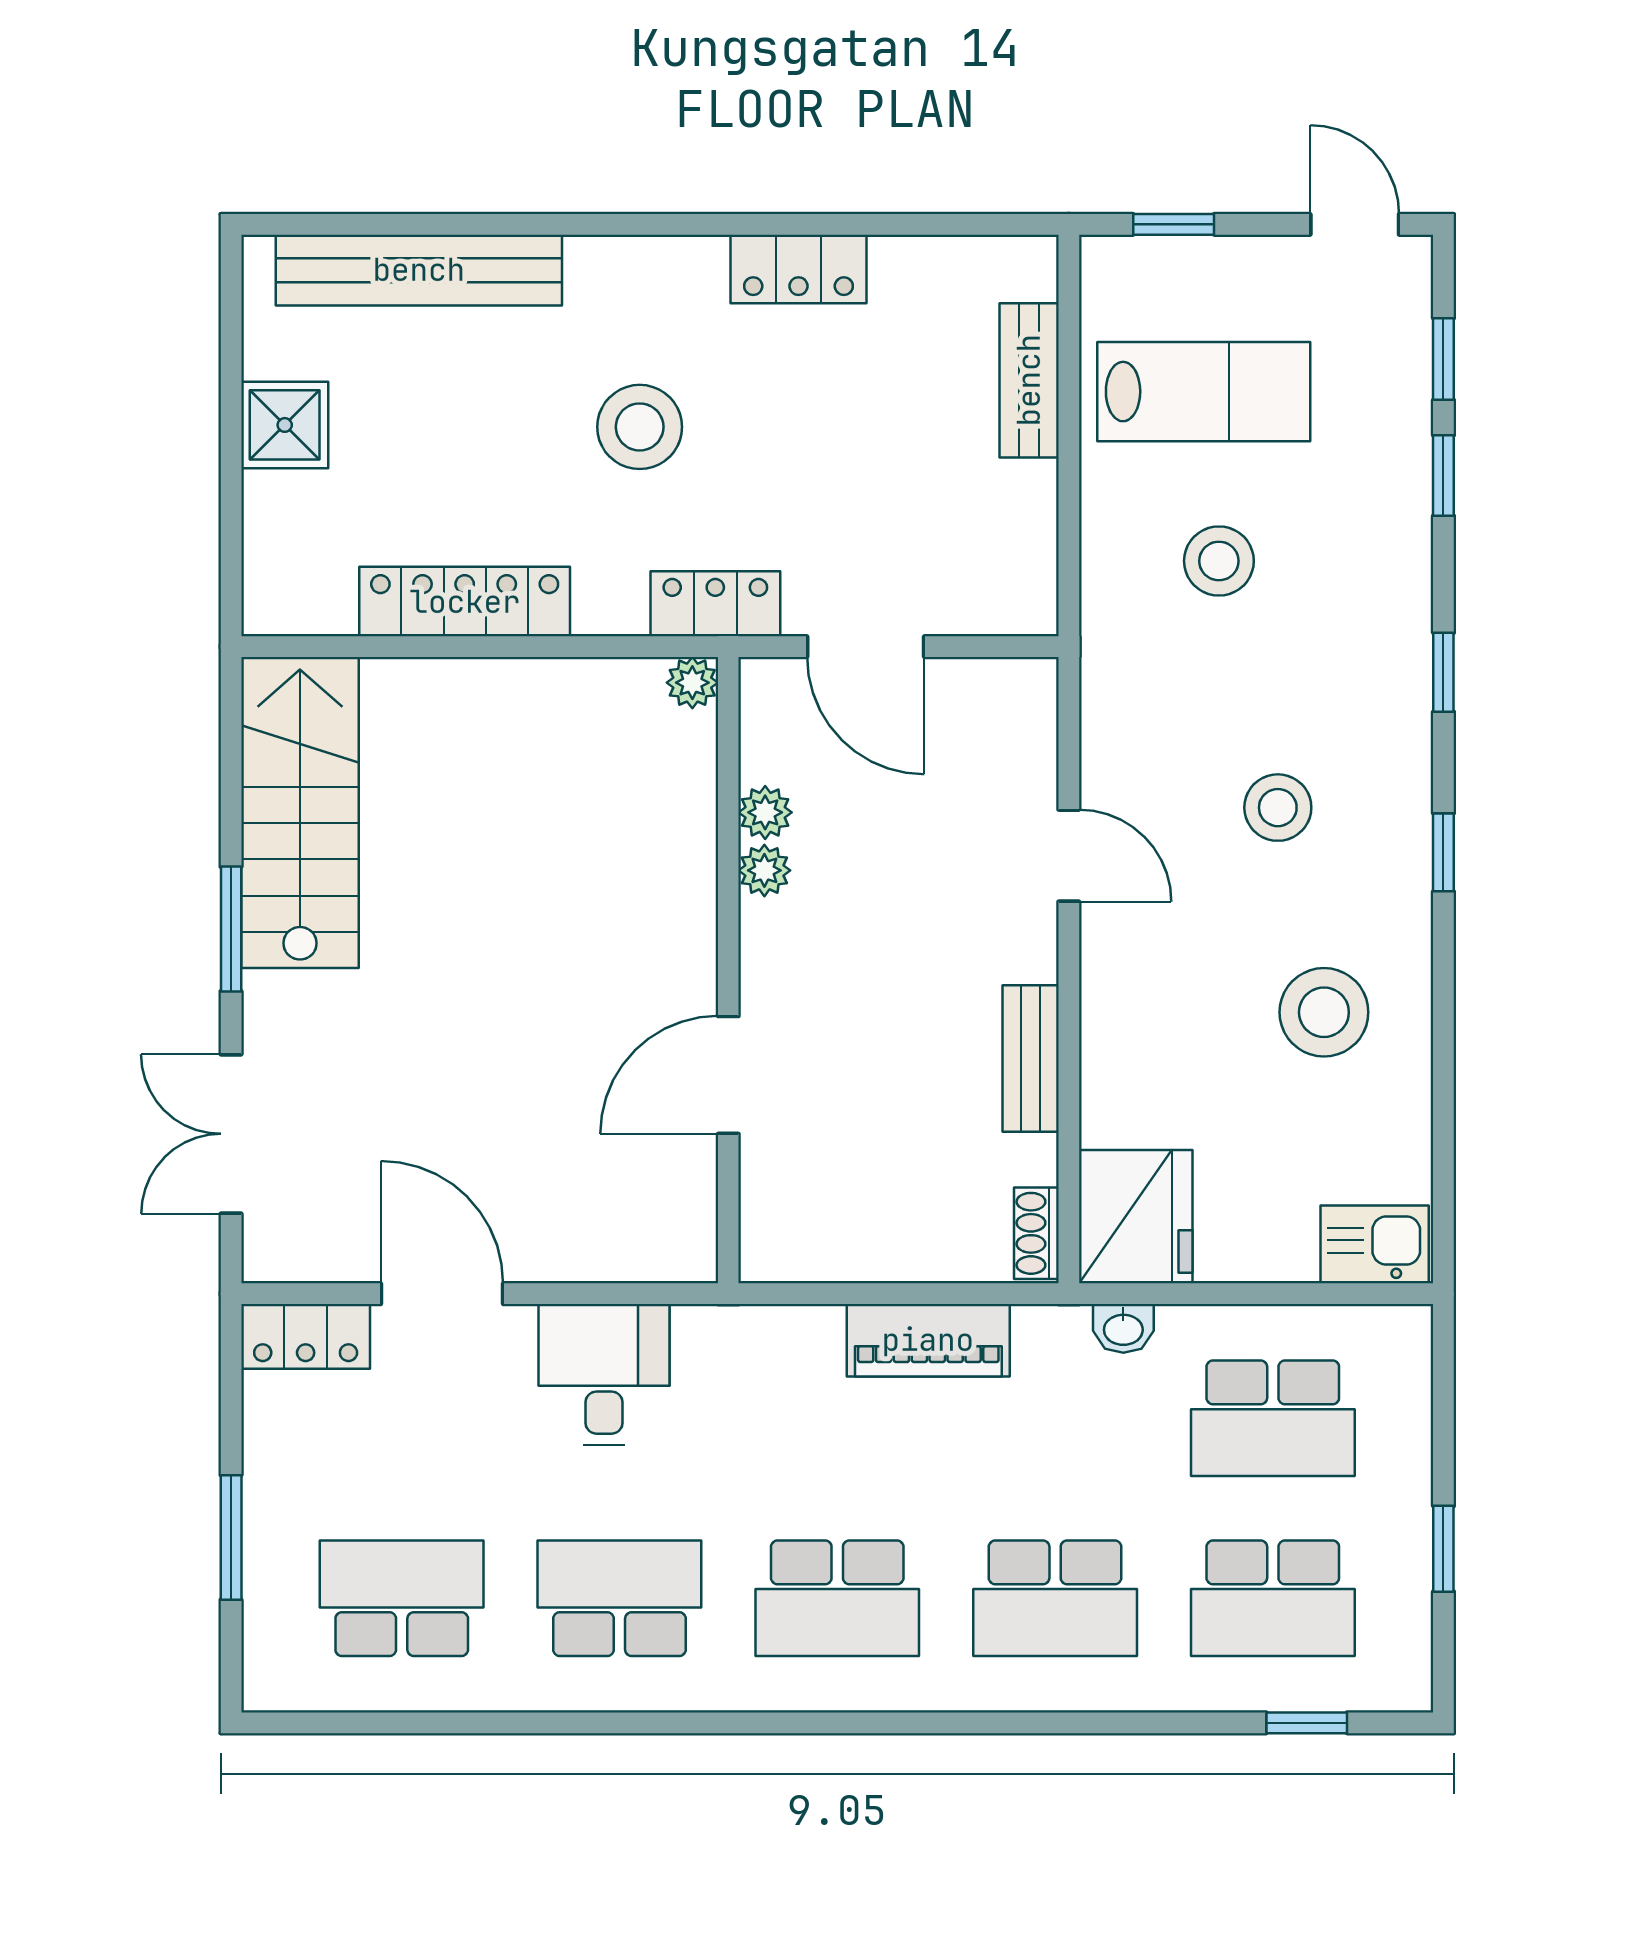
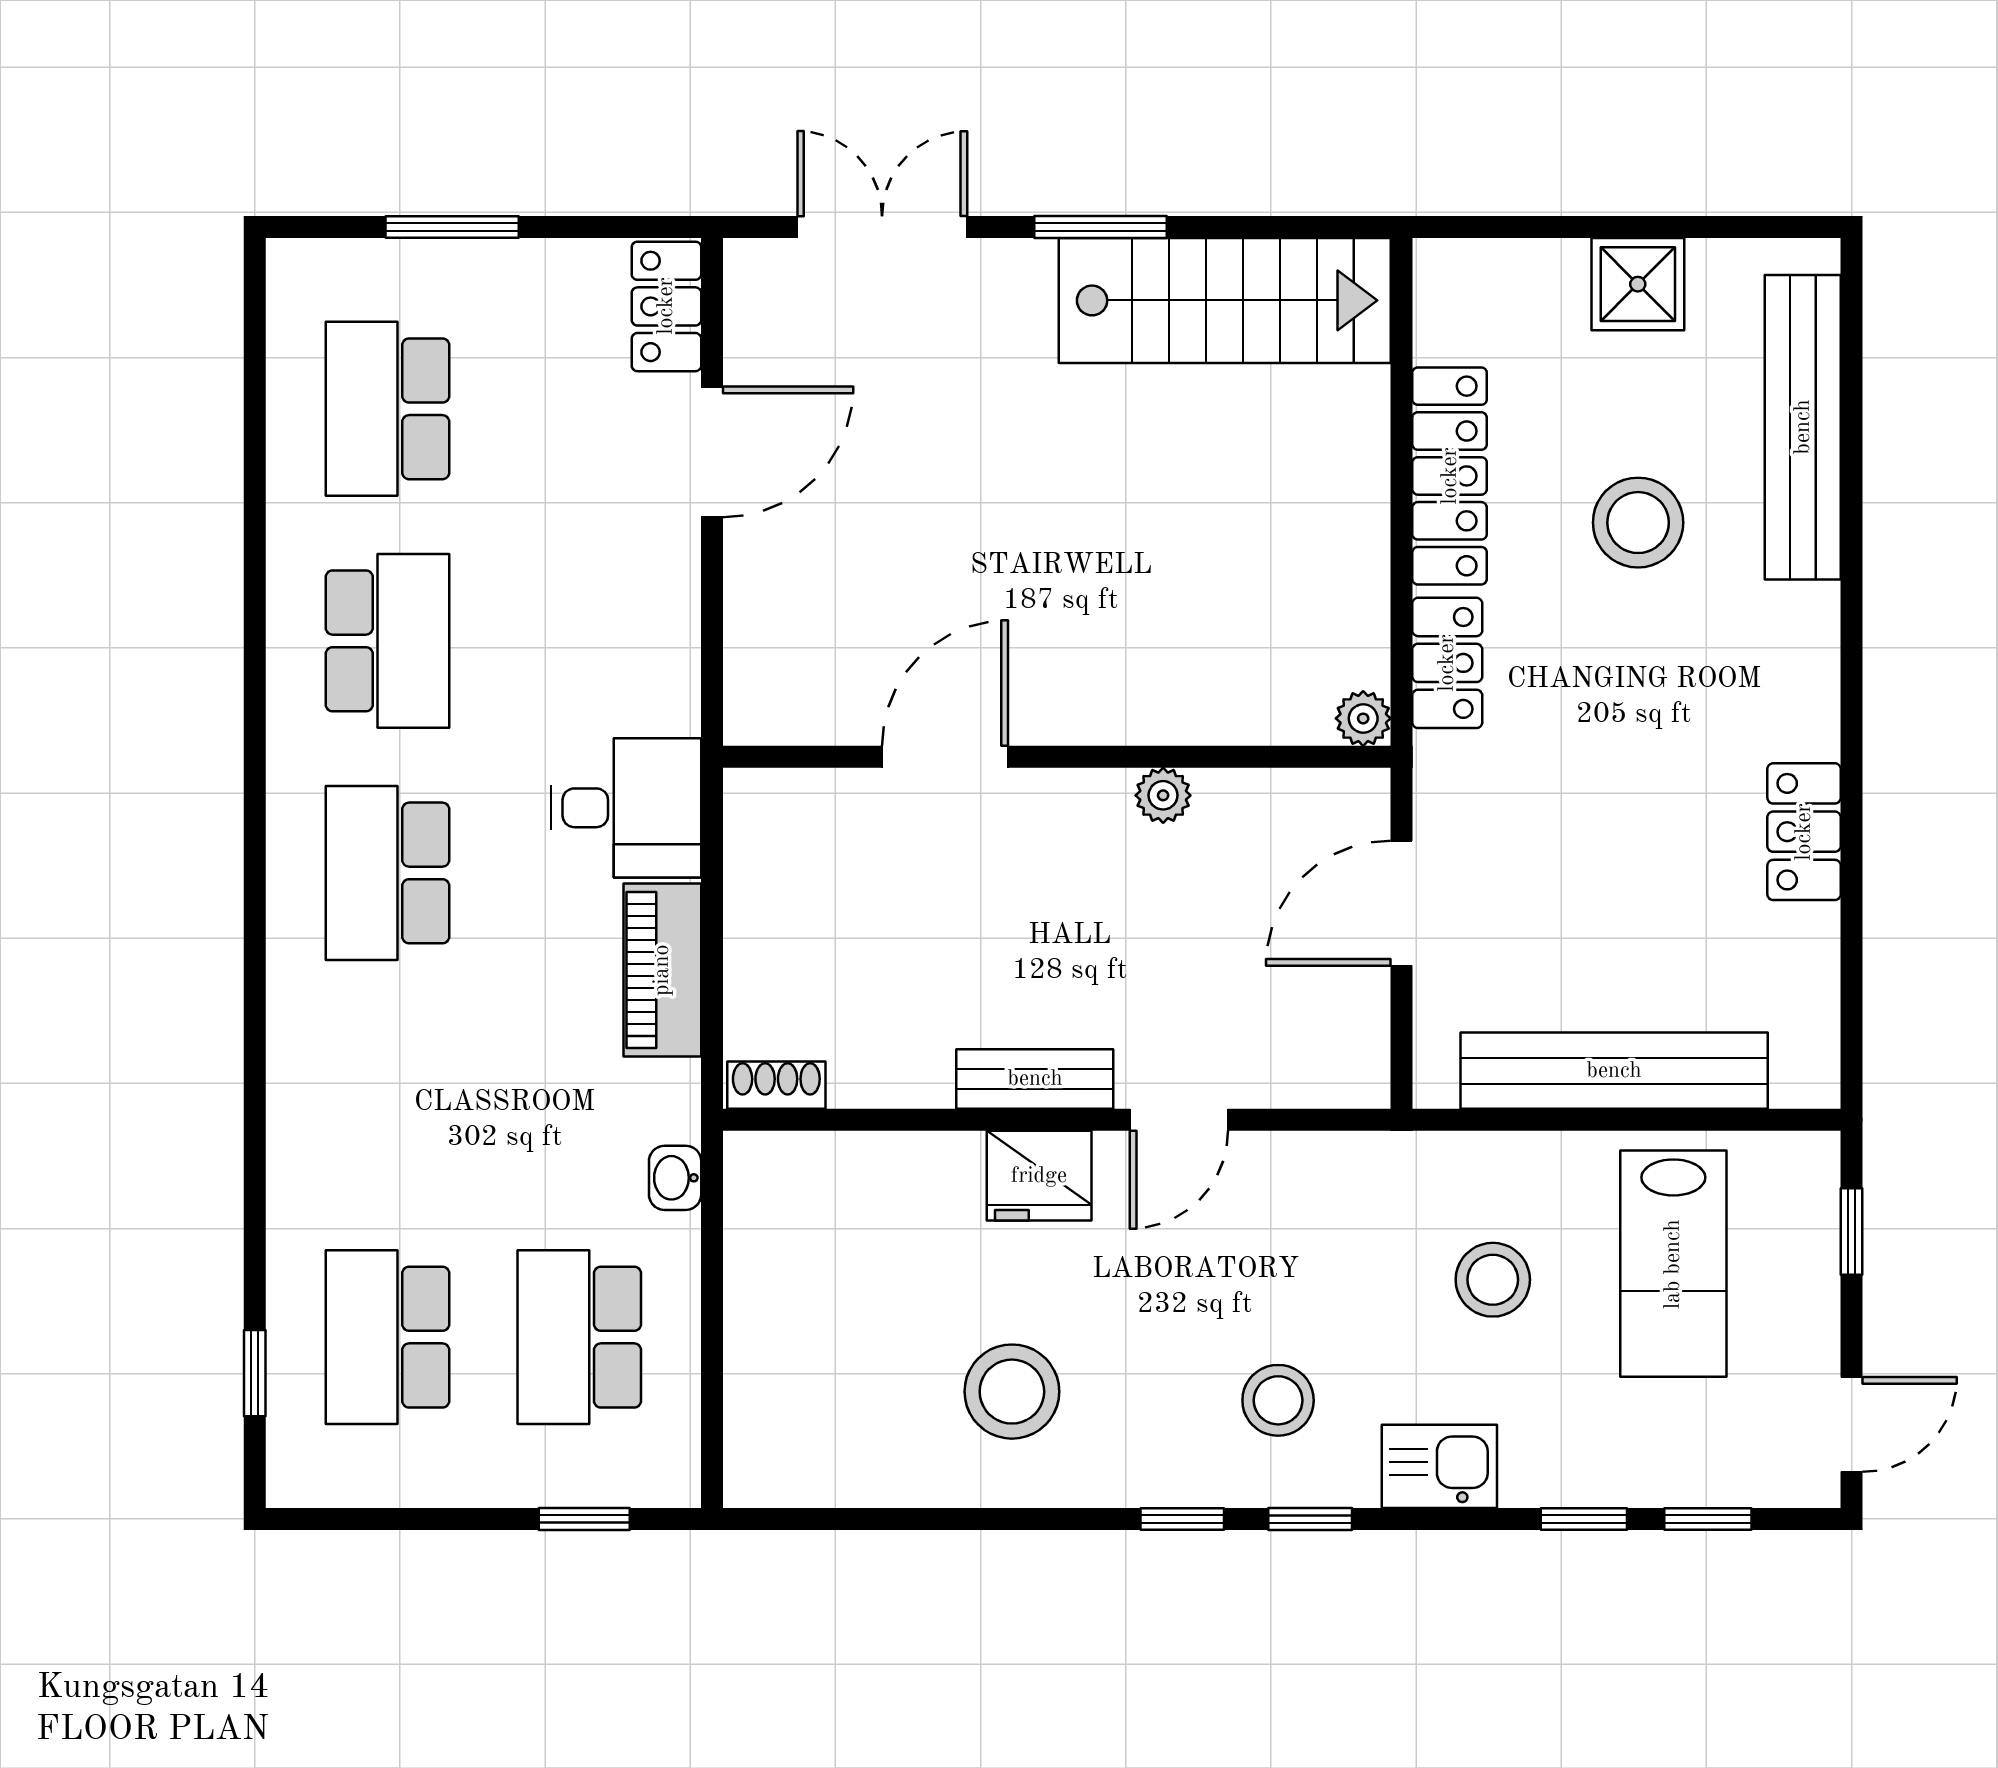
bench: (1029, 380) -> (1614, 1071), width x1.86, depth x1.21
stool: (640, 427) -> (1638, 523), moved
locker: (715, 604) -> (1447, 663), moved
window: (1443, 672) -> (1310, 1519), moved
stool: (1278, 808) -> (1278, 1400), moved
plant: (765, 812) -> (1225, 796), removed
bench: (1031, 1059) -> (1035, 1079), moved
door: (728, 1075) -> (945, 757), hinge flipped
fridge: (1136, 1217) -> (1039, 1176), moved, width x0.73, depth x0.75
kitchen sink: (1375, 1244) -> (1439, 1466), moved, turned -90
desk: (604, 1374) -> (626, 808), moved
window: (1443, 1549) -> (584, 1519), moved
school desk: (402, 1598) -> (387, 409), turned 180
school desk: (1055, 1598) -> (387, 1105), removed

